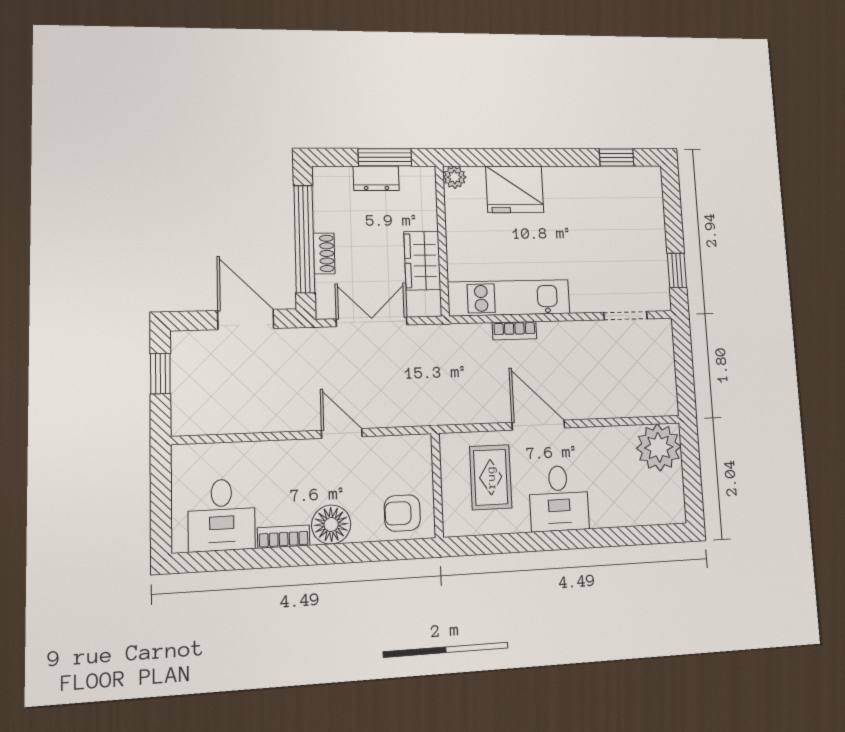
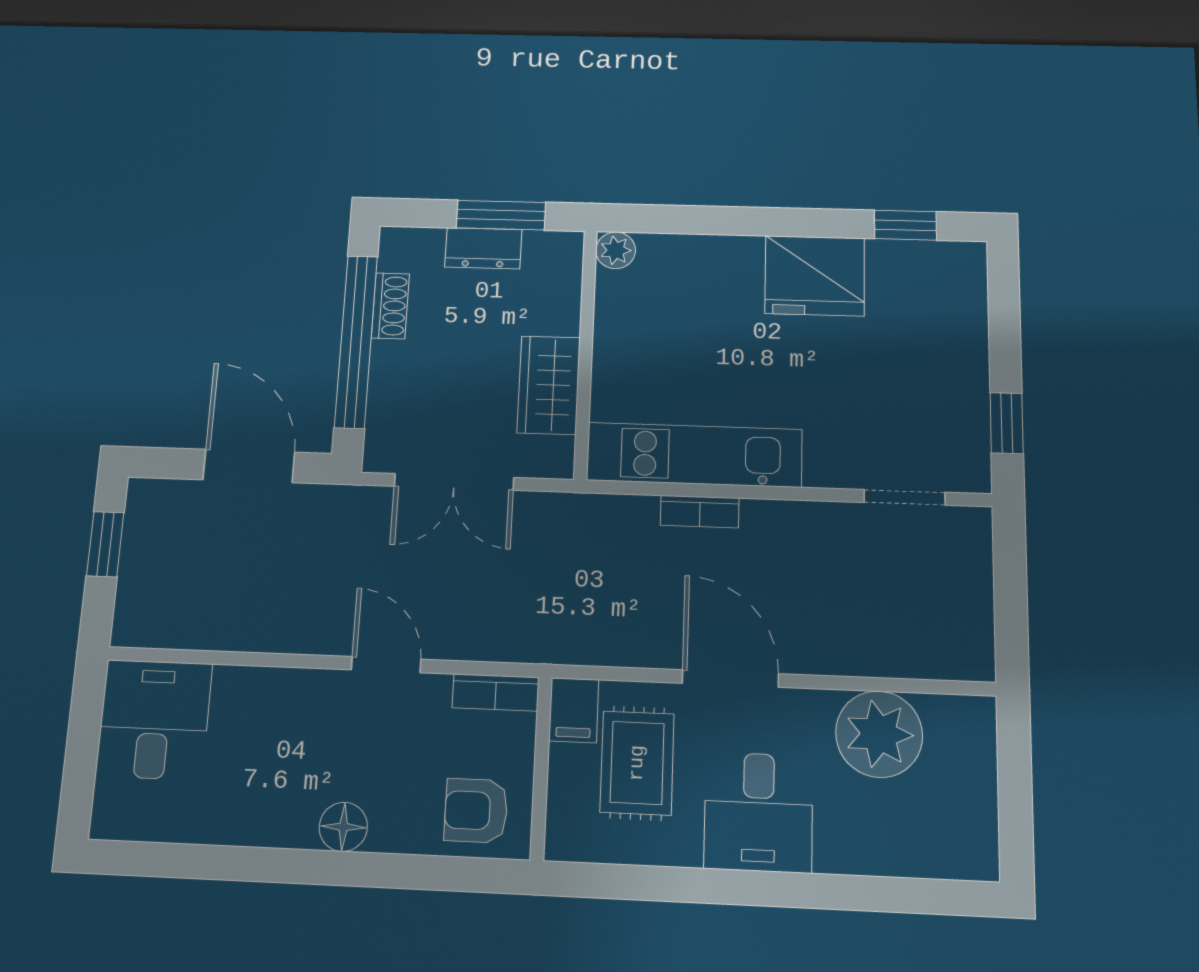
fridge: (515, 189) -> (815, 276), moved
shoe rack: (324, 253) -> (390, 306), moved
double door: (372, 322) -> (454, 482), swing flipped
plant: (659, 447) -> (879, 734), moved
filing cabinet: (453, 451) -> (574, 710), added
desk: (222, 515) -> (154, 720), moved, turned 180
floor lamp: (331, 525) -> (343, 827), width x0.73, depth x0.73
bookcase: (284, 537) -> (496, 692), moved, turned 180

